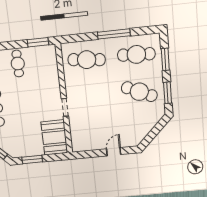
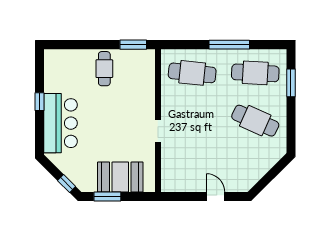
window: (168, 93) -> (291, 126), removed
booth: (54, 137) -> (120, 177), moved, turned 90
door: (114, 152) -> (216, 197), hinge flipped

